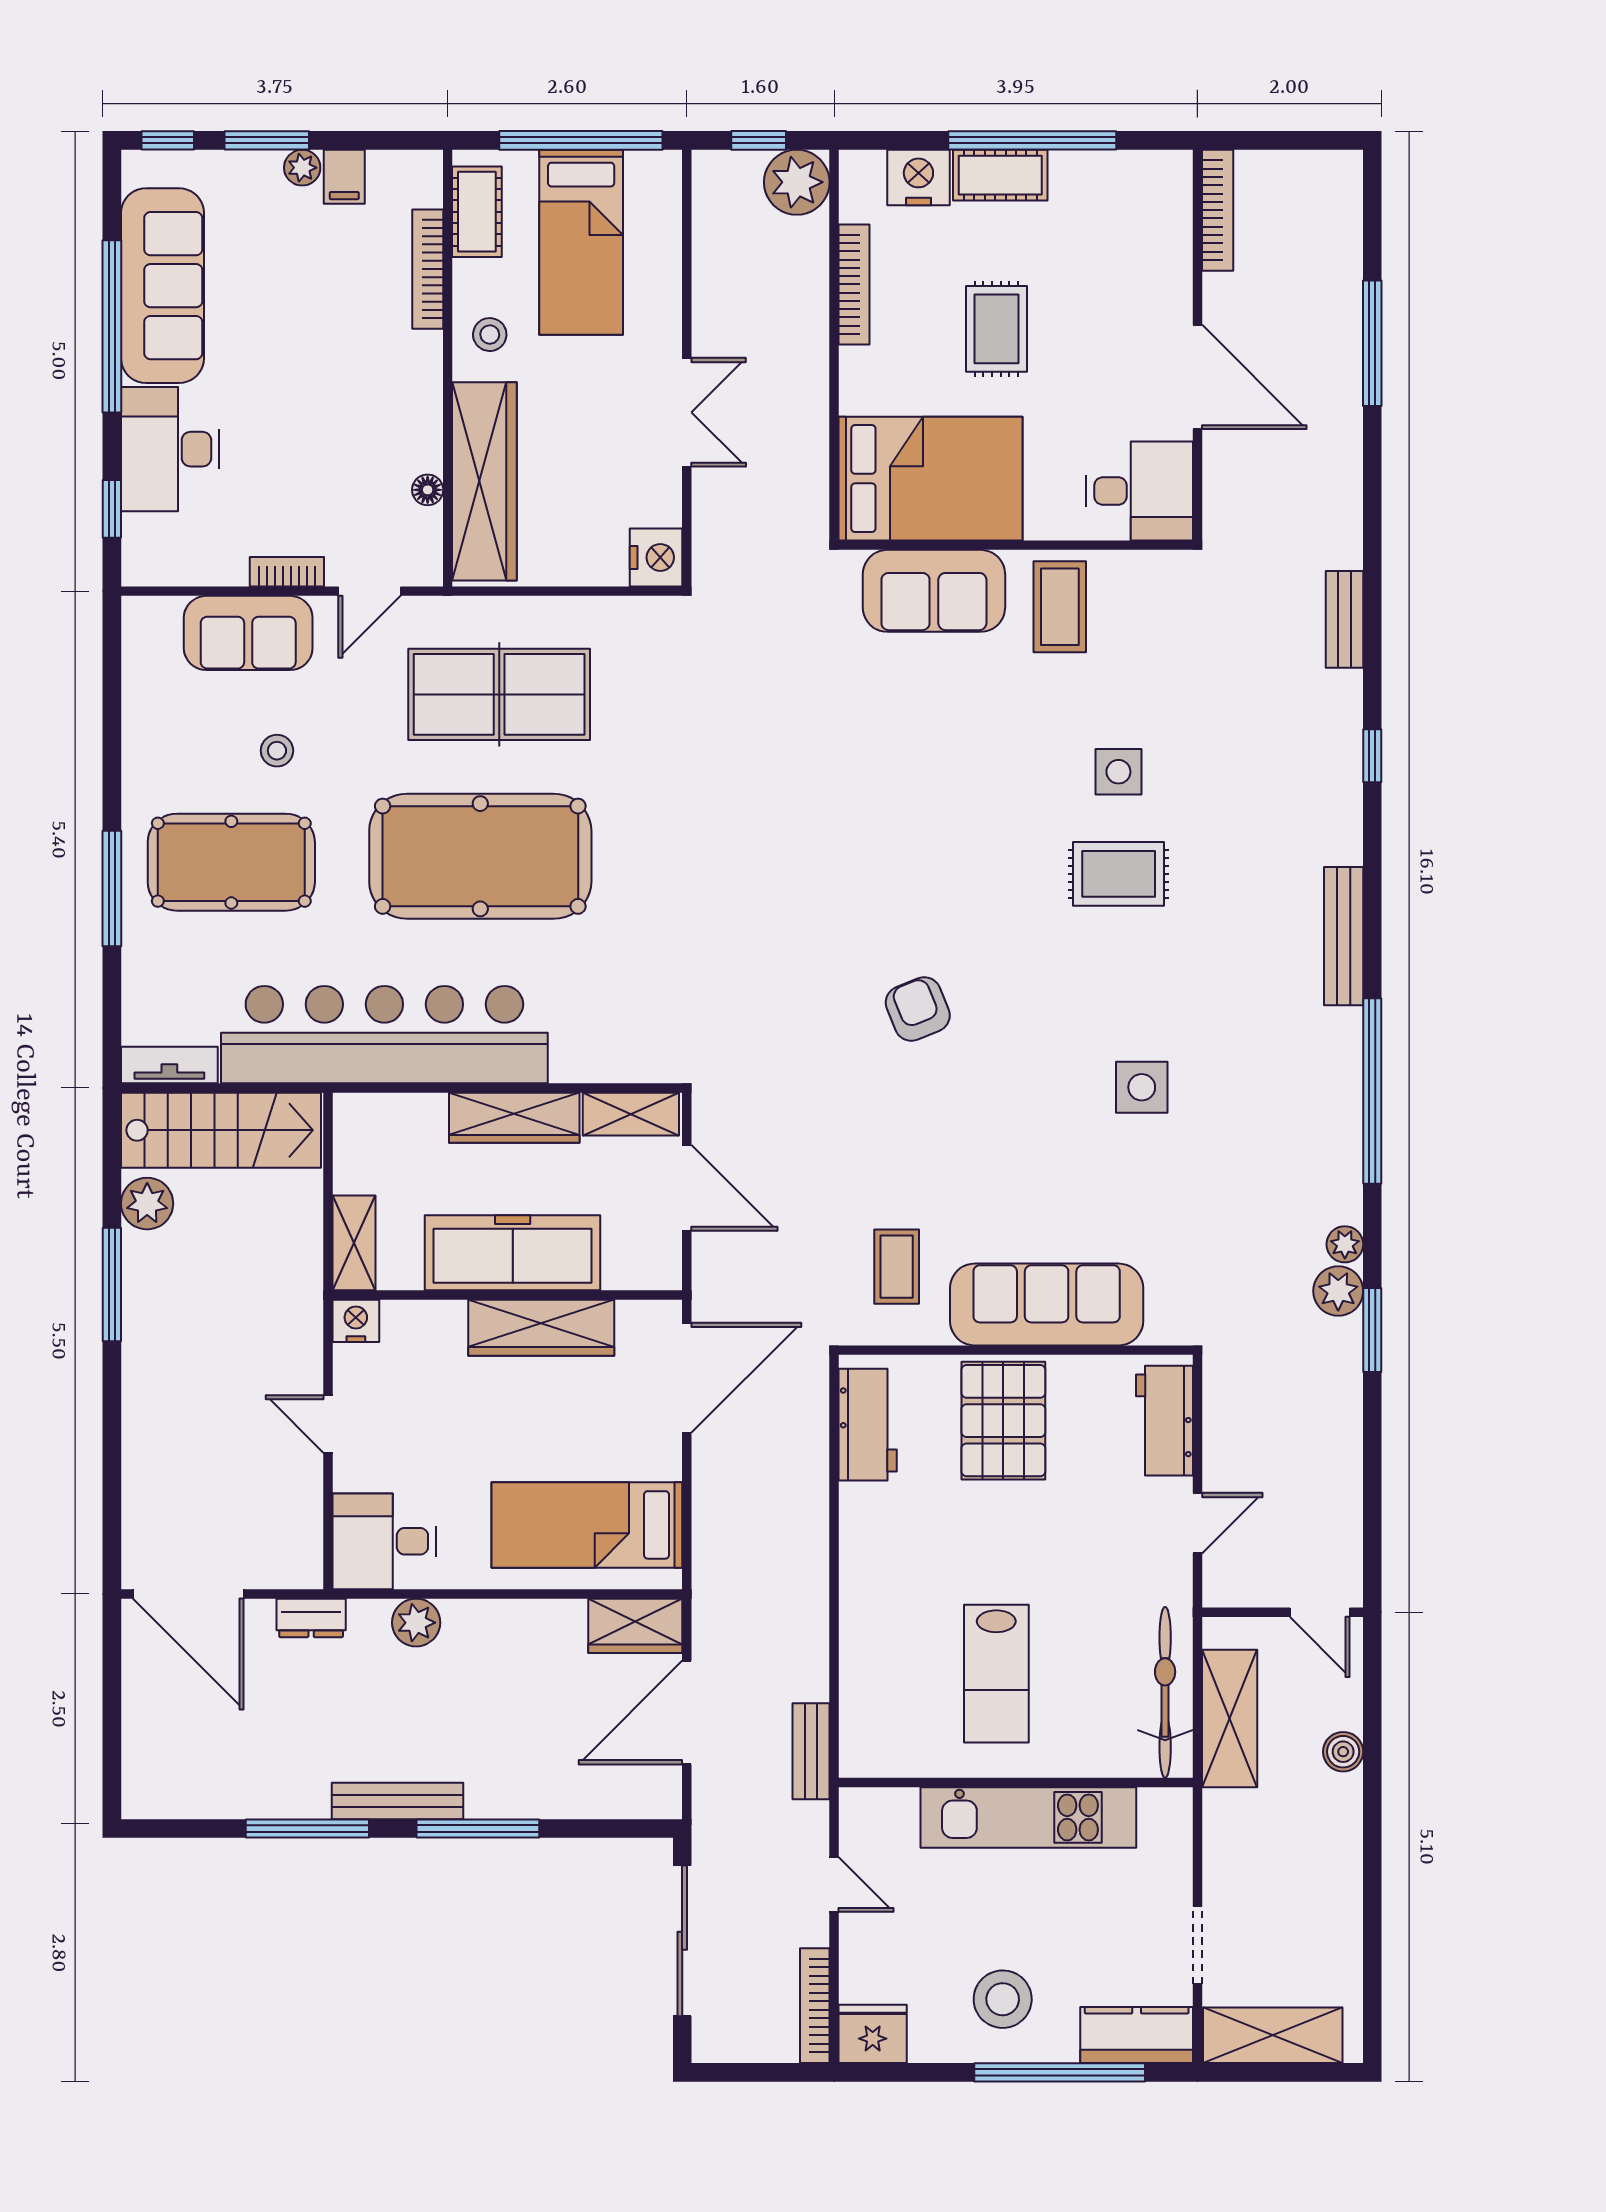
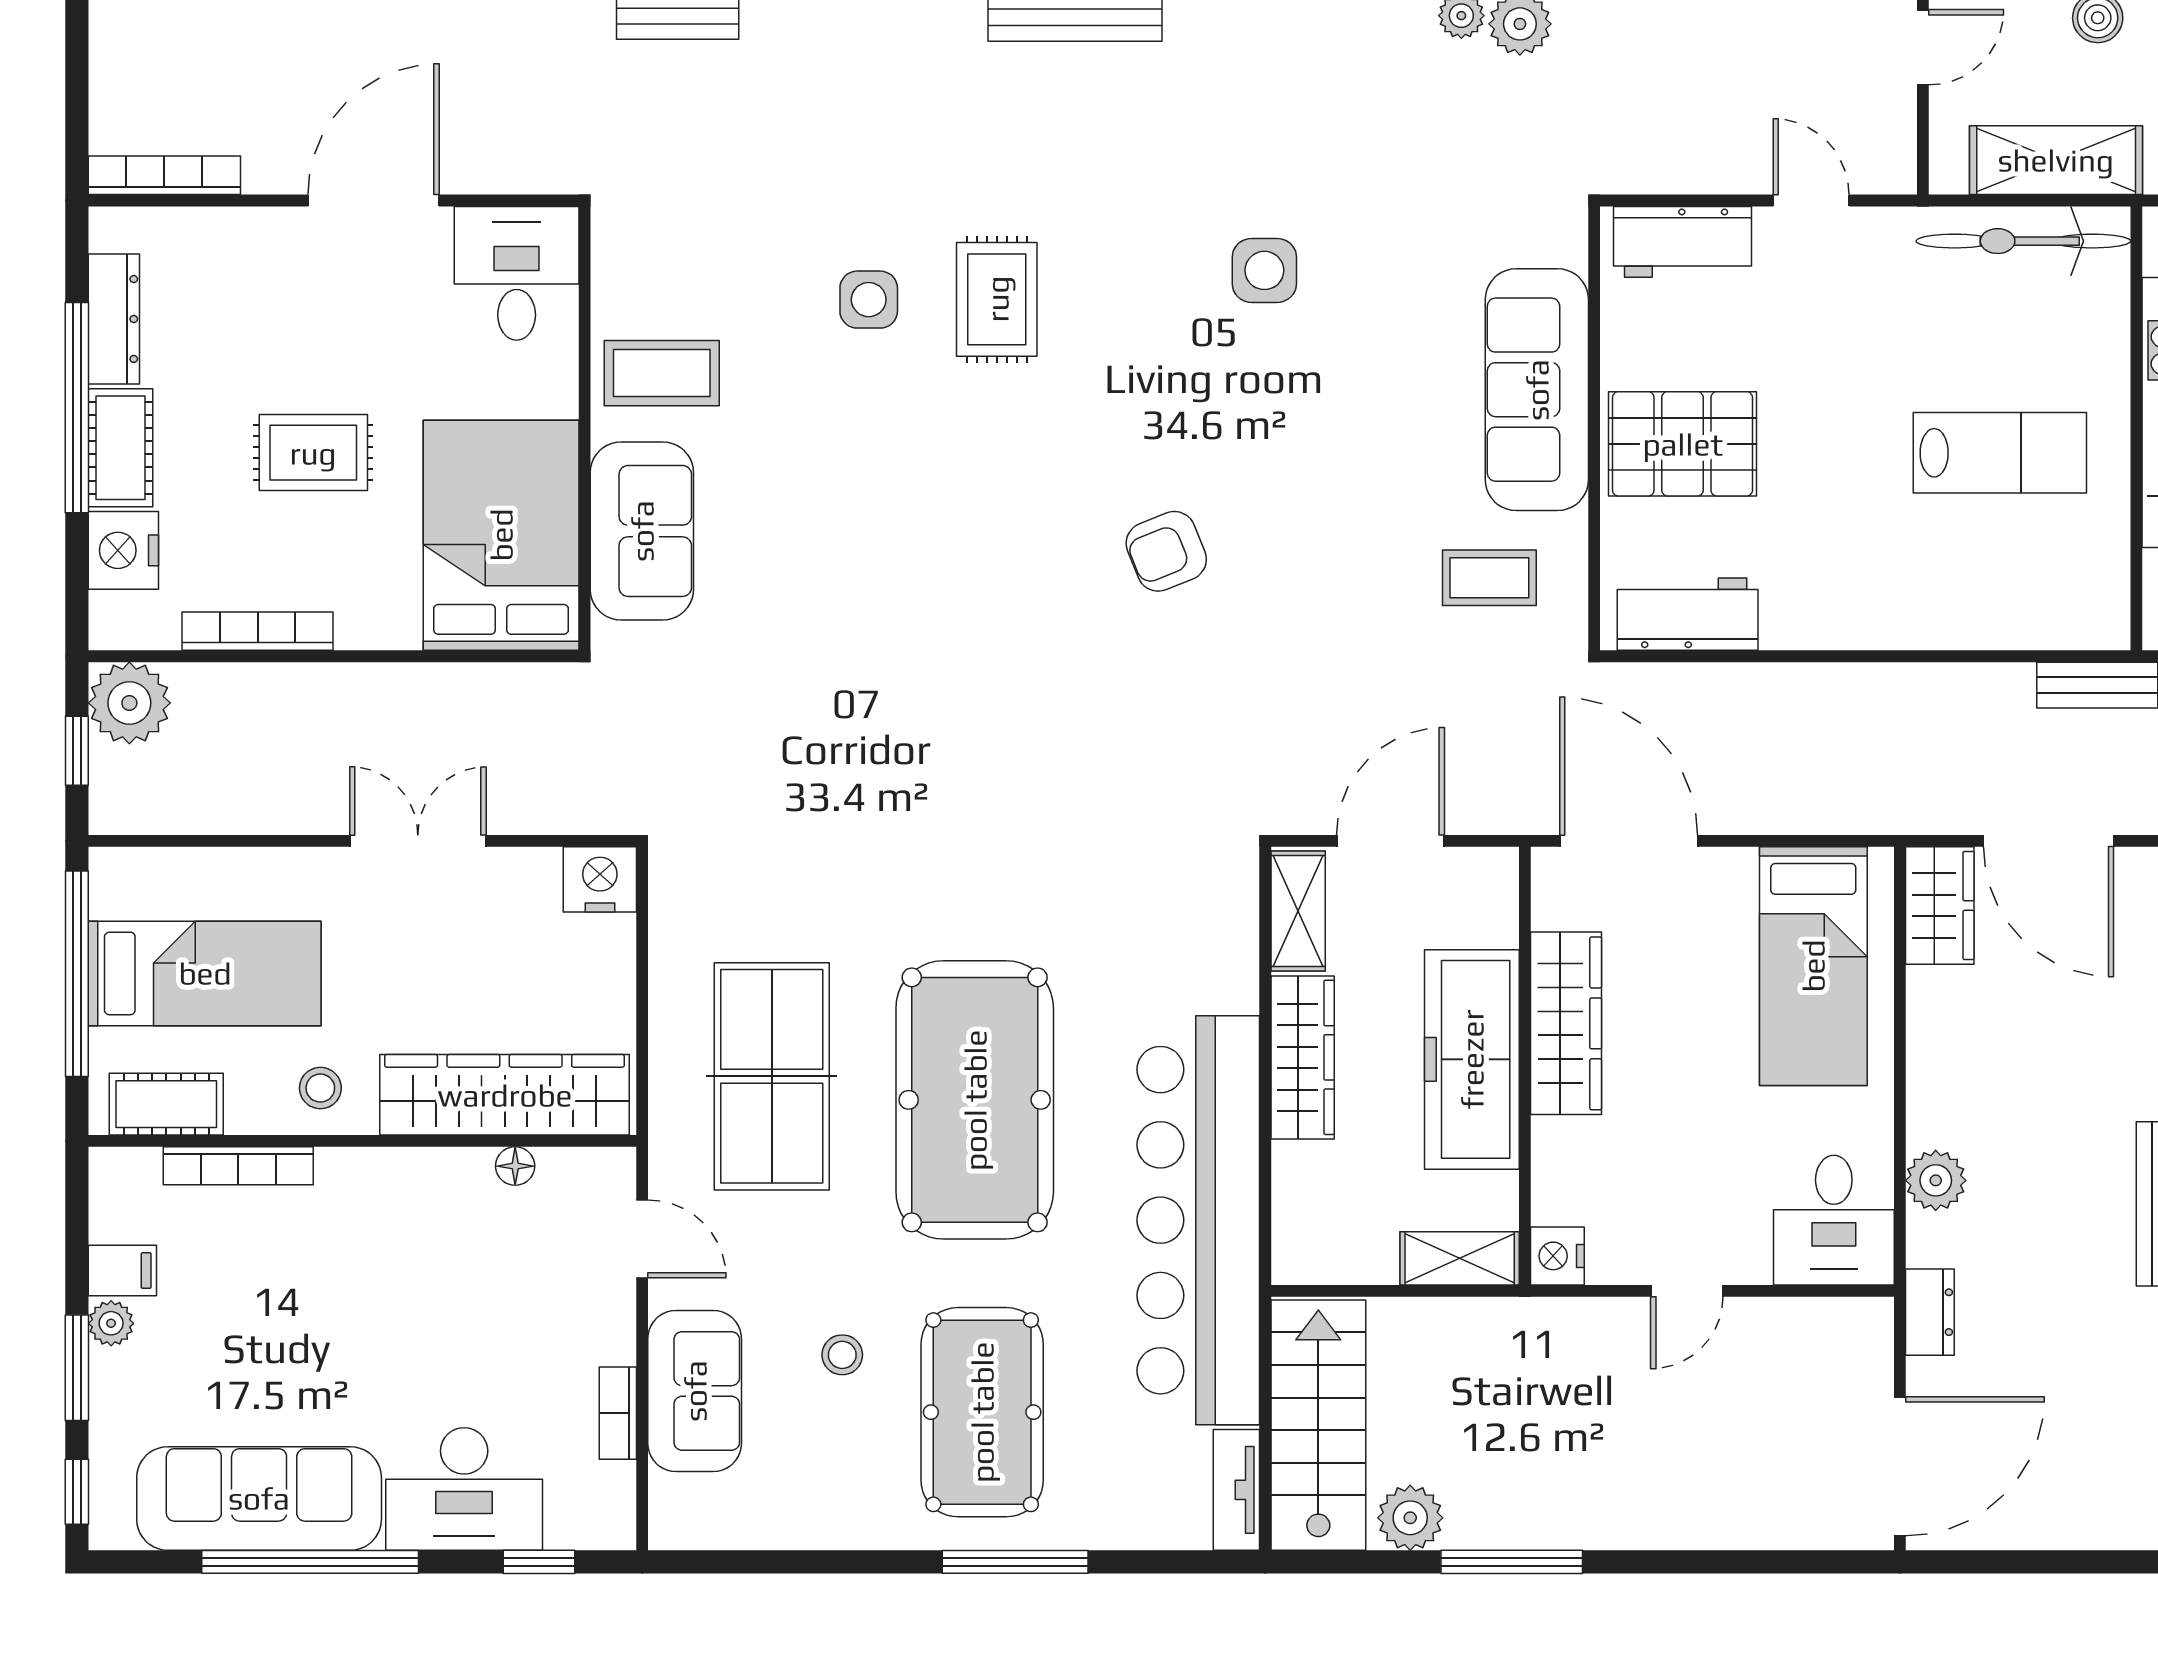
dresser: (1103, 170) -> (114, 319), added
bookcase: (287, 572) -> (618, 1413), moved

